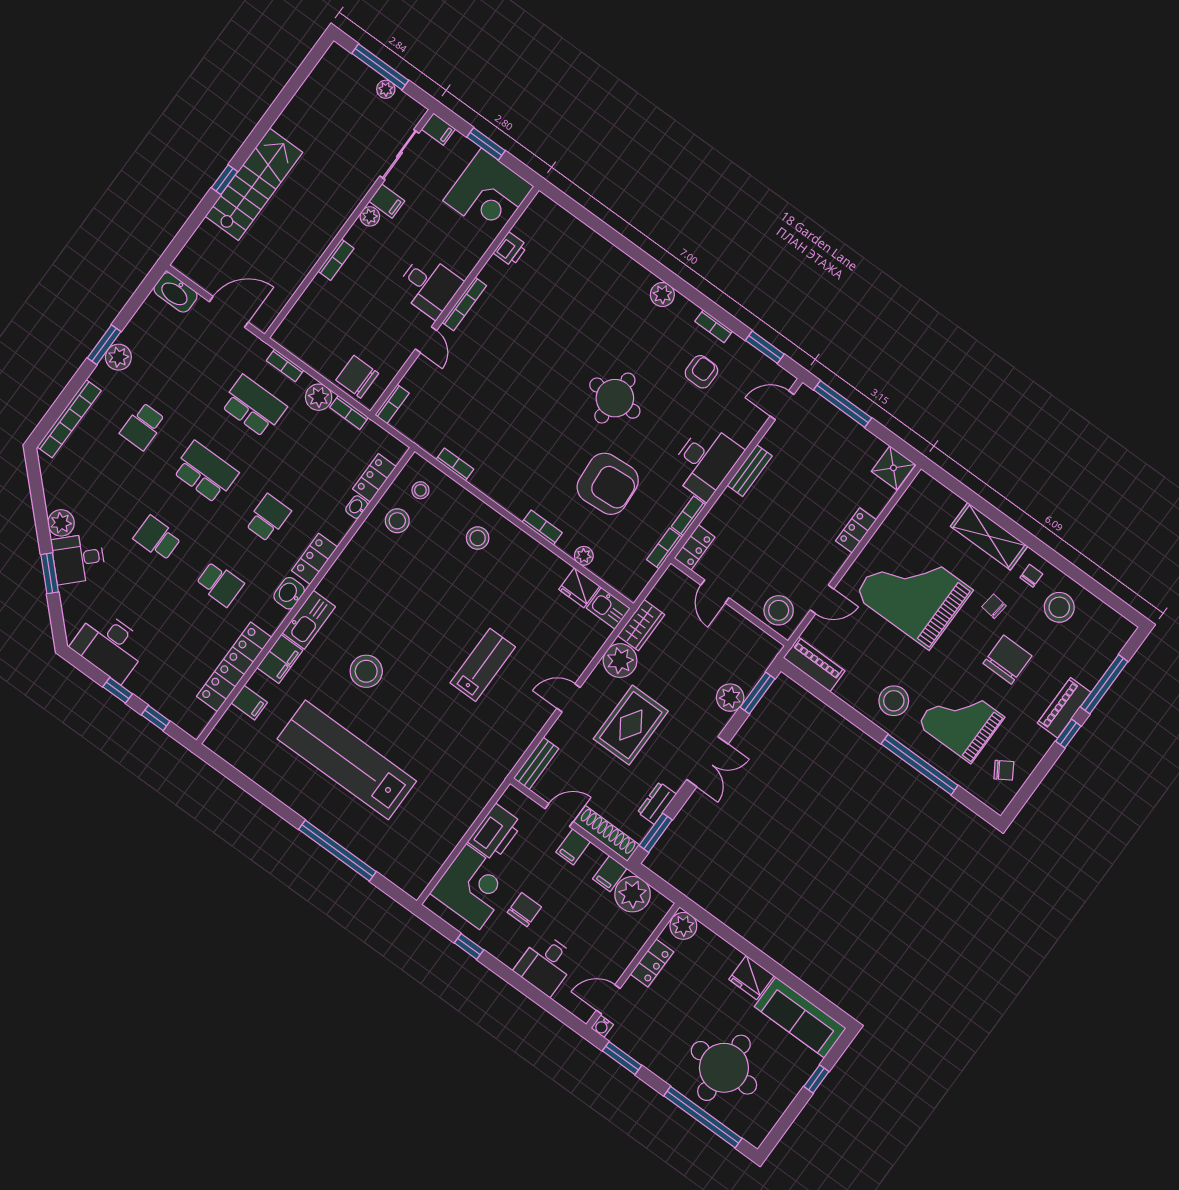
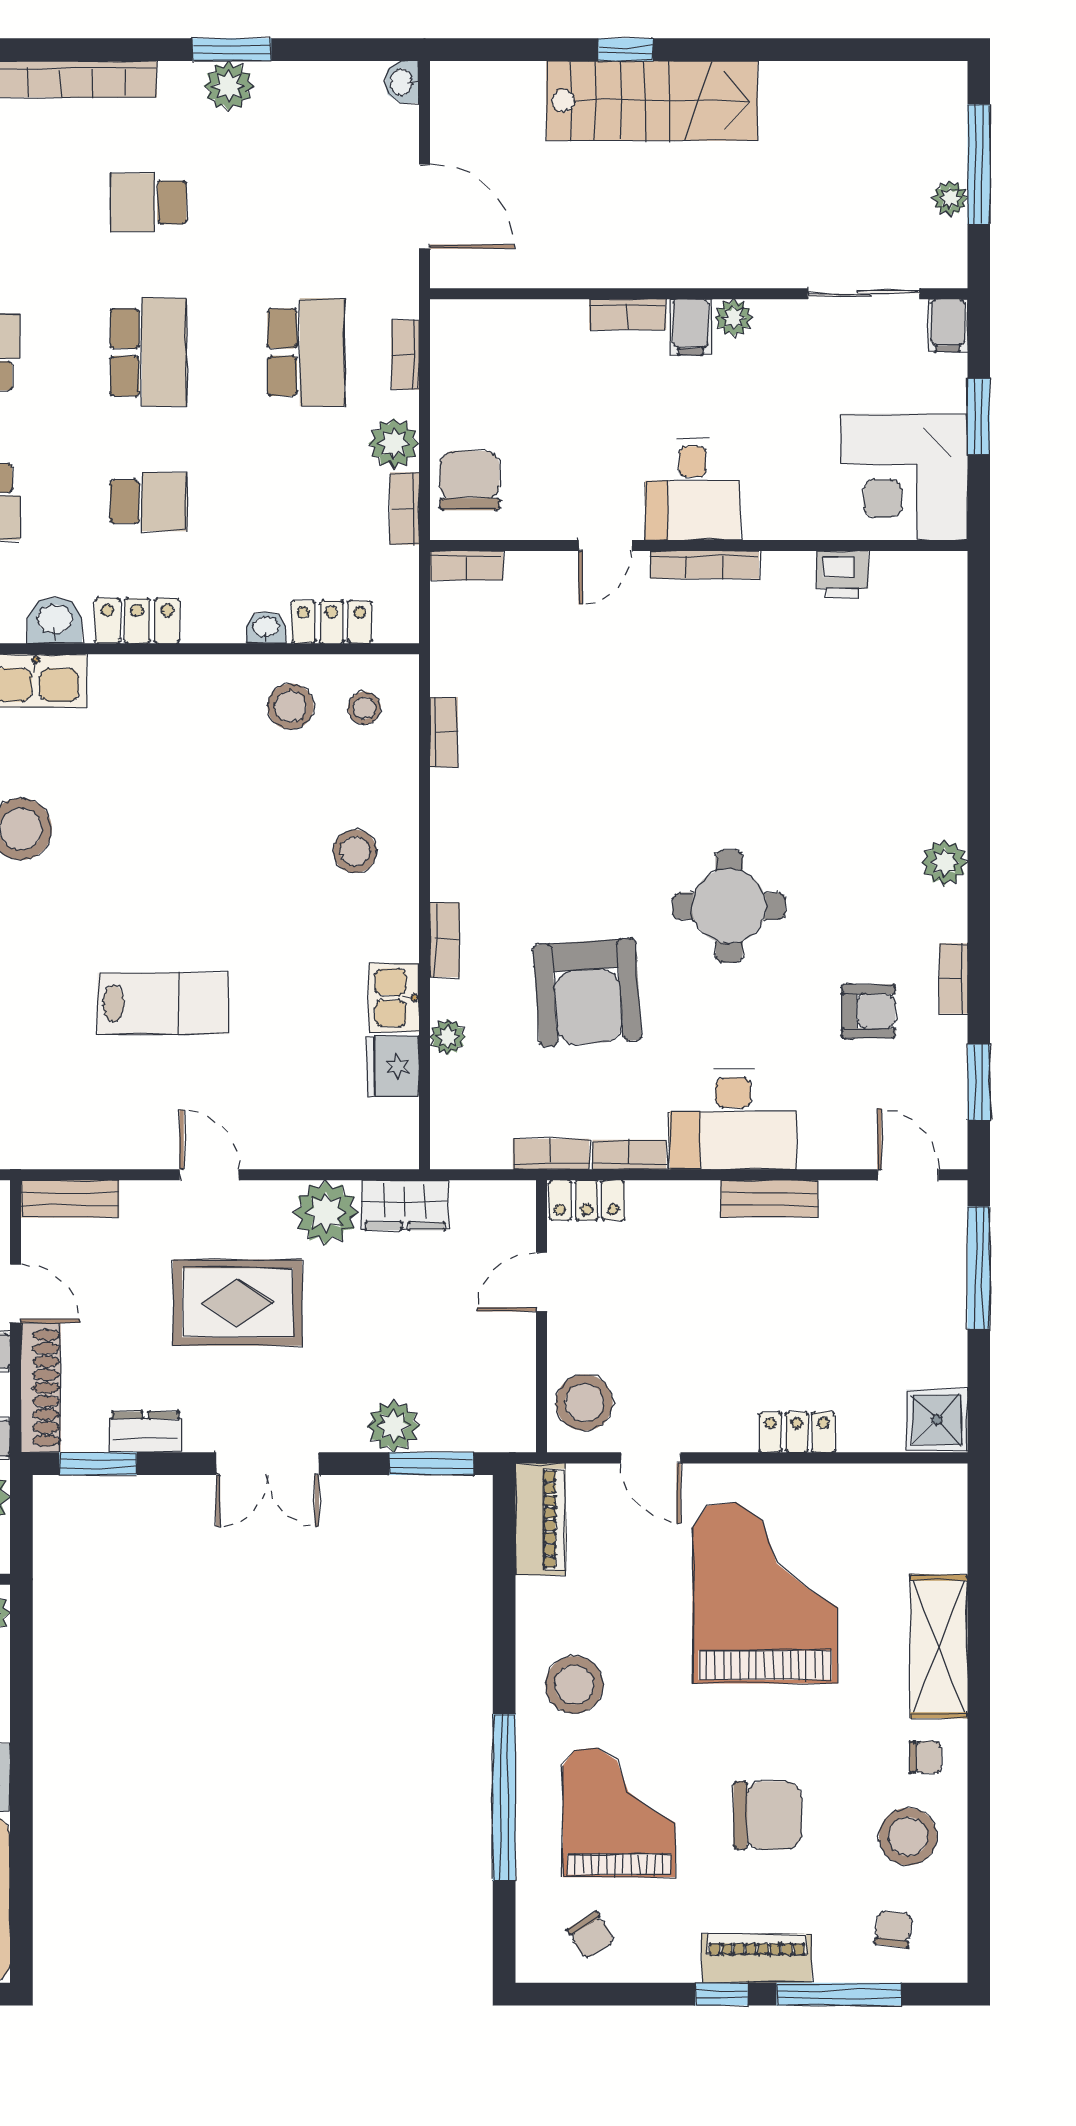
filing cabinet: (387, 201) -> (691, 327), moved
washbasin: (175, 292) -> (402, 82), width x0.52, depth x0.69
chair: (994, 606) -> (893, 1929), moved
kitchen sink: (608, 608) -> (394, 998), moved

